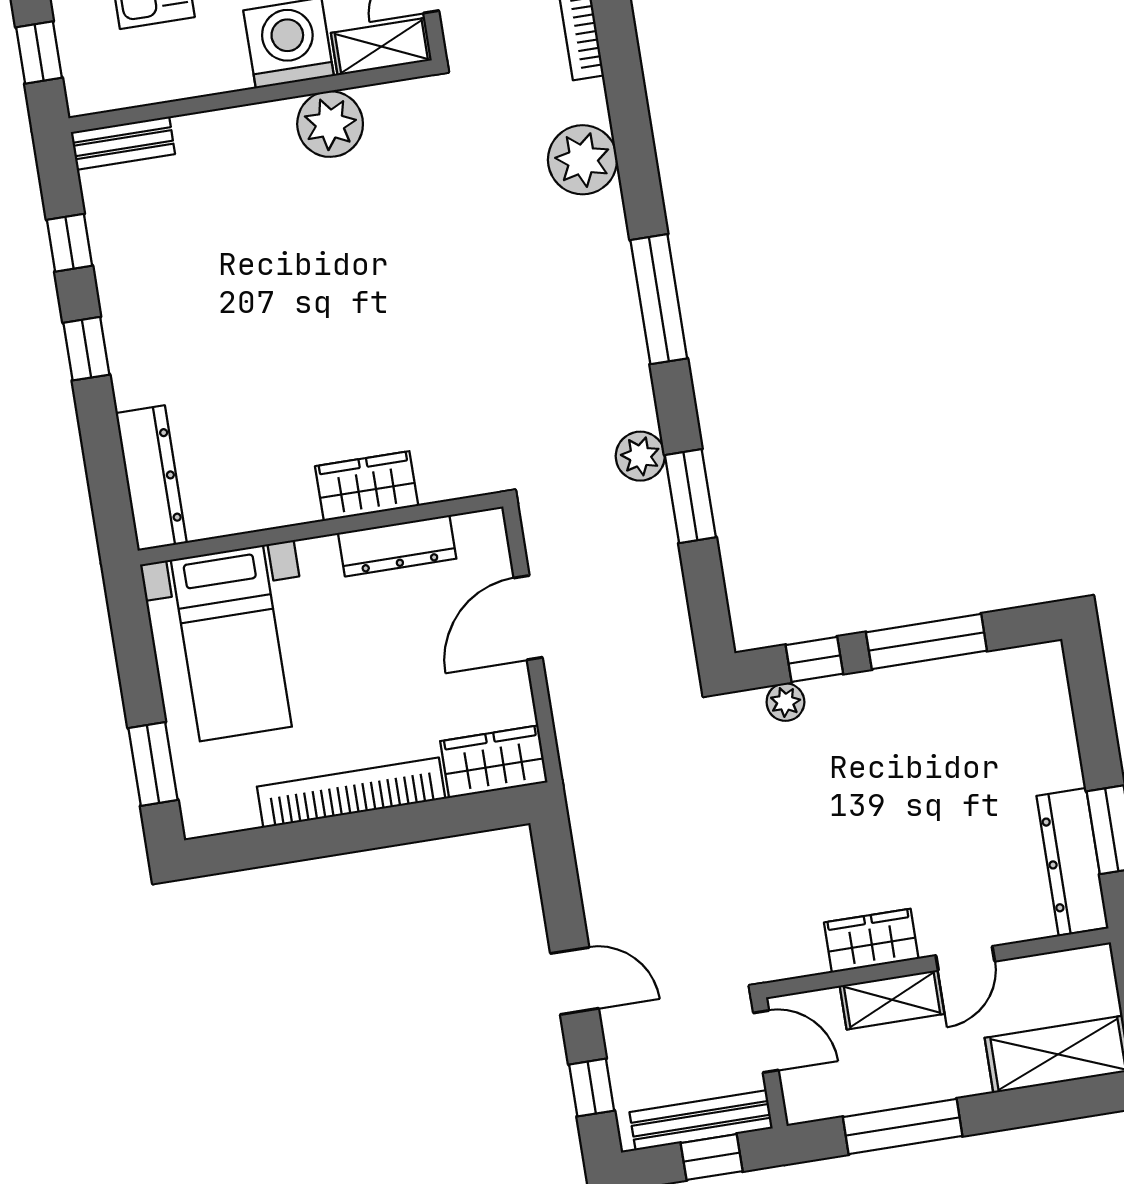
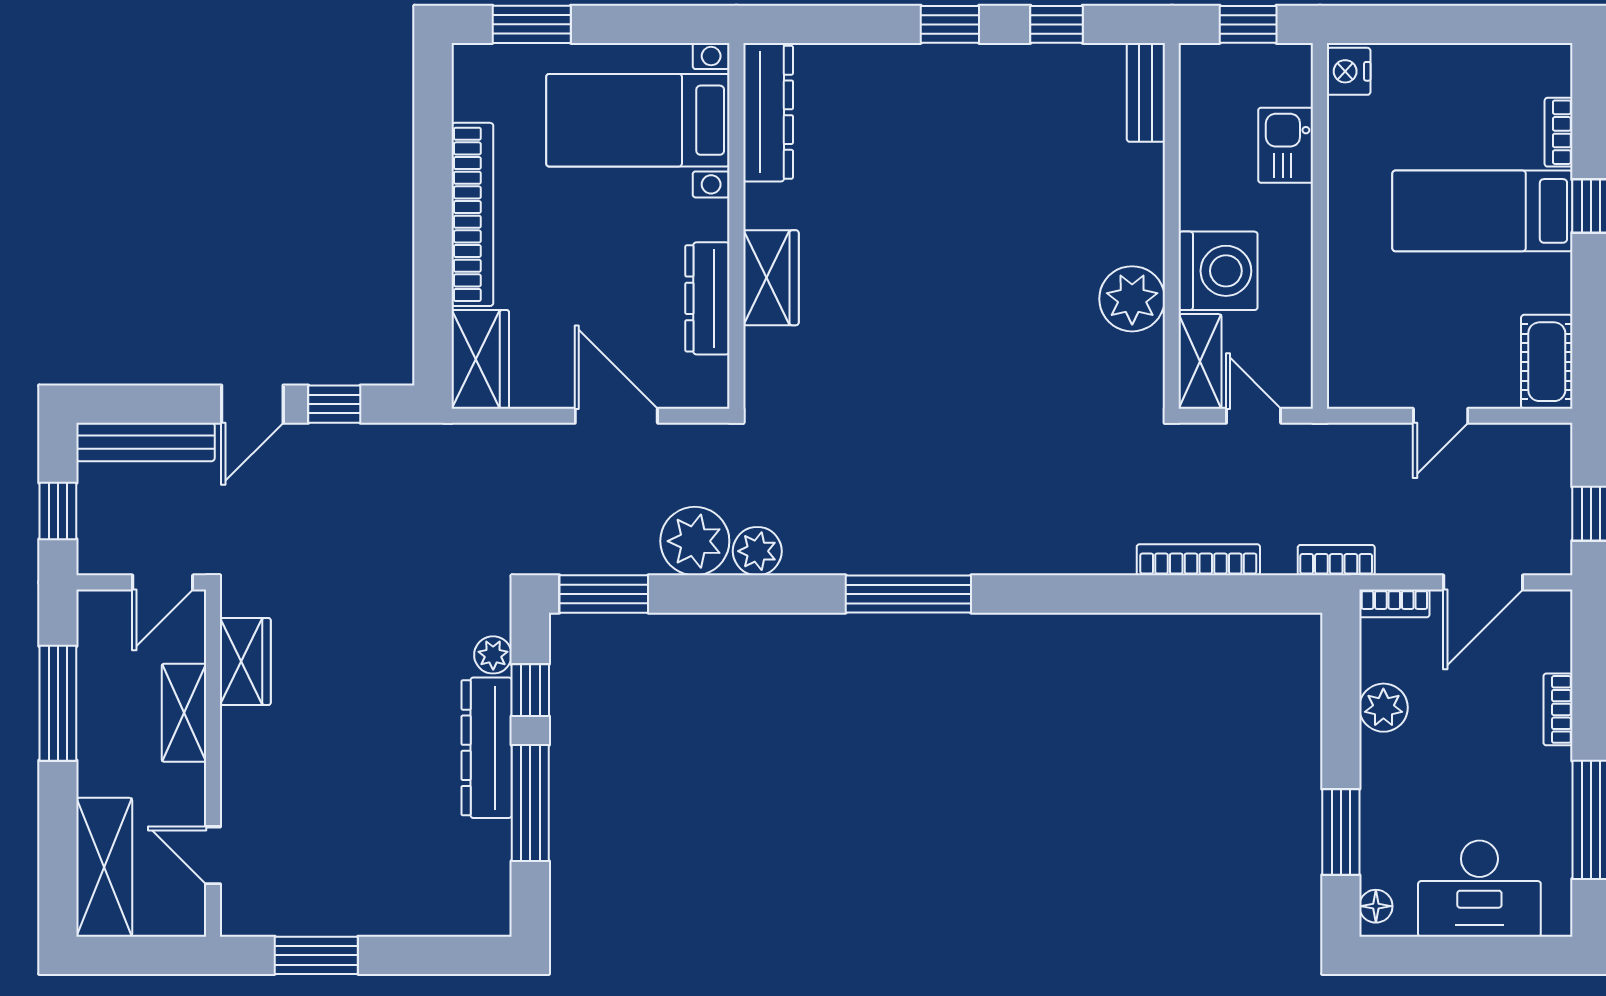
plant: (583, 160) -> (695, 541), moved
dresser: (151, 478) -> (768, 112), moved, turned -90
window: (690, 496) -> (604, 594), moved
dresser: (1072, 862) -> (487, 748), moved, turned -90
wardrobe: (871, 941) -> (245, 662), moved
door: (965, 958) -> (213, 855), moved
window: (592, 1088) -> (334, 404), moved
bench: (701, 1120) -> (145, 442), moved, turned 90

